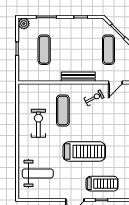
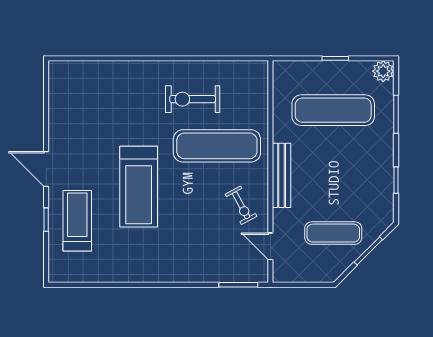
exercise mat: (44, 50) -> (333, 110), width x1.36, depth x1.45
exercise mat: (63, 111) -> (217, 146), width x1.36, depth x1.45
exercise bike: (38, 123) -> (193, 99), turned 180
weight bench: (38, 173) -> (97, 98), removed
treadmill: (102, 184) -> (77, 221), turned 180

